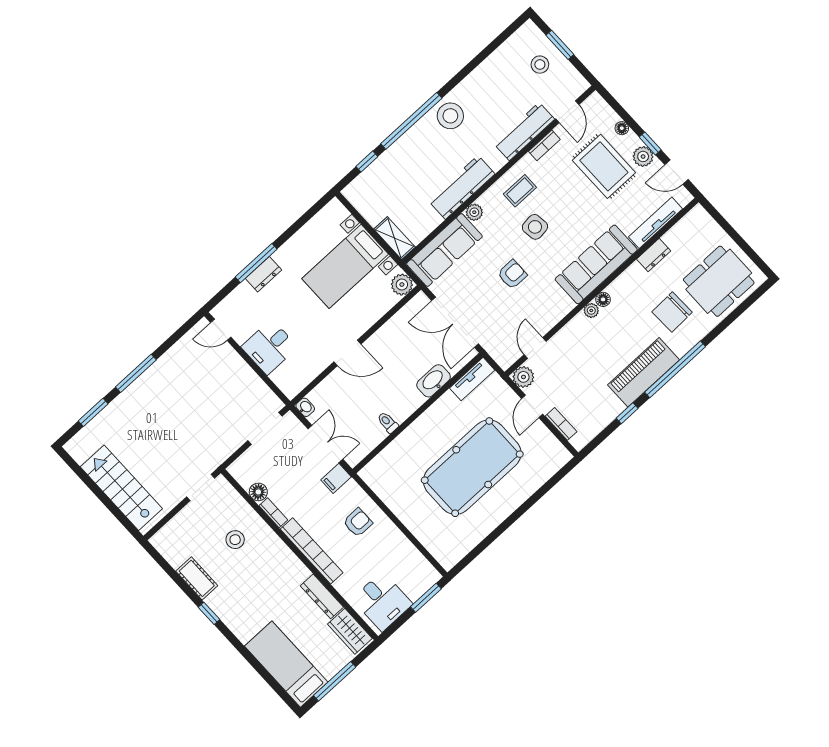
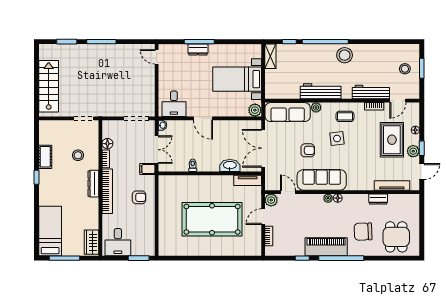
door: (676, 172) -> (422, 172), swing flipped
shelving: (394, 238) -> (270, 56), moved
sofa: (596, 264) -> (322, 180), moved
dining table: (719, 281) -> (396, 237), width x0.73
desk: (269, 347) -> (174, 104), moved, turned -90
door: (535, 348) -> (288, 192), hinge flipped
dresser: (322, 596) -> (93, 184), moved

